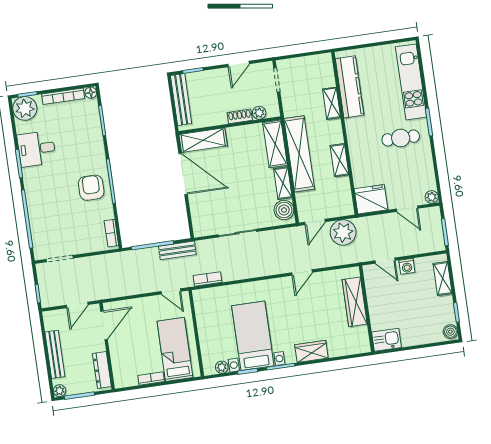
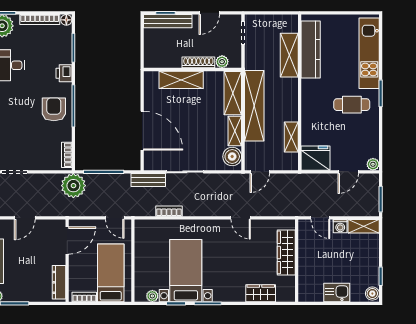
bench: (181, 99) -> (168, 21), moved, turned 90
shelving: (332, 103) -> (289, 55), width x1.50, depth x1.33
shoe rack: (240, 116) -> (198, 62), width x1.43
shelving: (203, 140) -> (181, 80), moved
printer: (96, 149) -> (64, 73), added
shelving: (340, 160) -> (291, 137), moved
door: (183, 174) -> (142, 131), moved
door: (407, 209) -> (348, 172), hinge flipped
plant: (343, 232) -> (73, 186), moved
bench: (177, 250) -> (148, 180), moved
door: (302, 273) -> (241, 218), hinge flipped
bookcase: (208, 279) -> (169, 211), moved
shelving: (443, 279) -> (364, 226), moved, turned 90
door: (104, 325) -> (67, 240), moved
kitchen sink: (386, 340) -> (337, 292), moved
wall: (107, 346) -> (67, 261), moved
wardrobe: (311, 351) -> (261, 293), moved
dresser: (102, 370) -> (59, 282), moved

